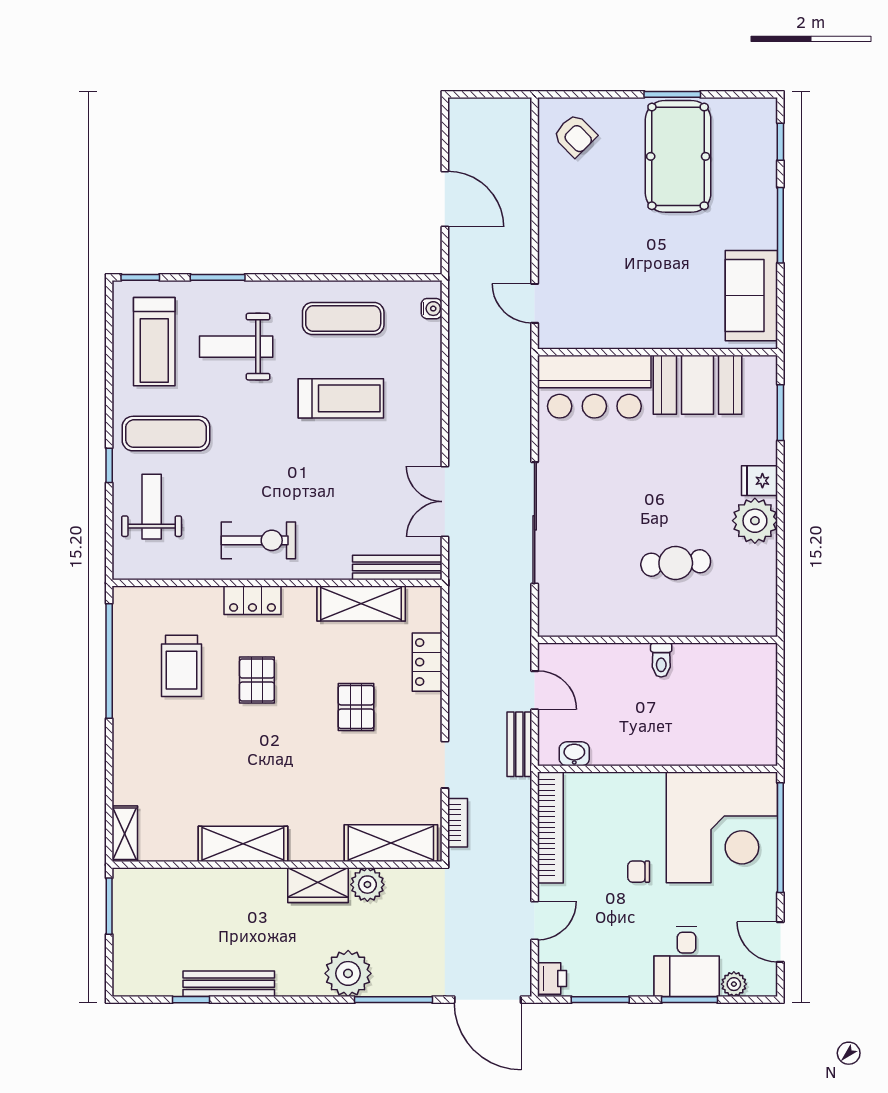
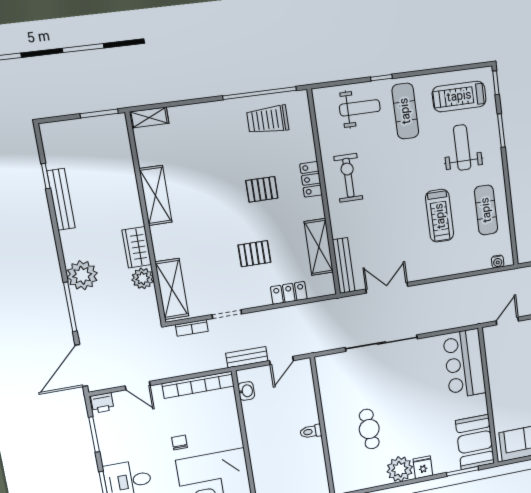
booth: (698, 385) -> (475, 442), moved
exercise bike: (258, 540) -> (348, 178), turned 180
trolley: (182, 666) -> (268, 120), moved

